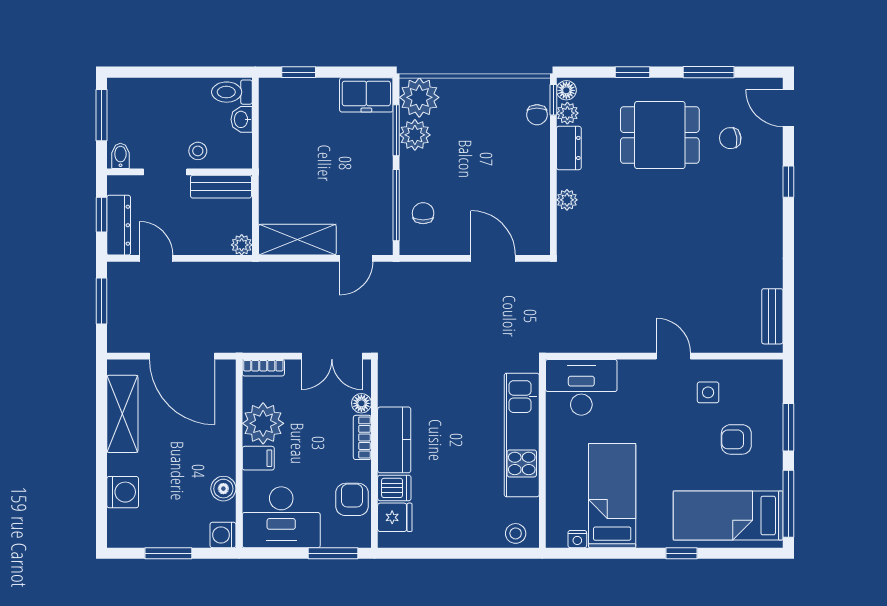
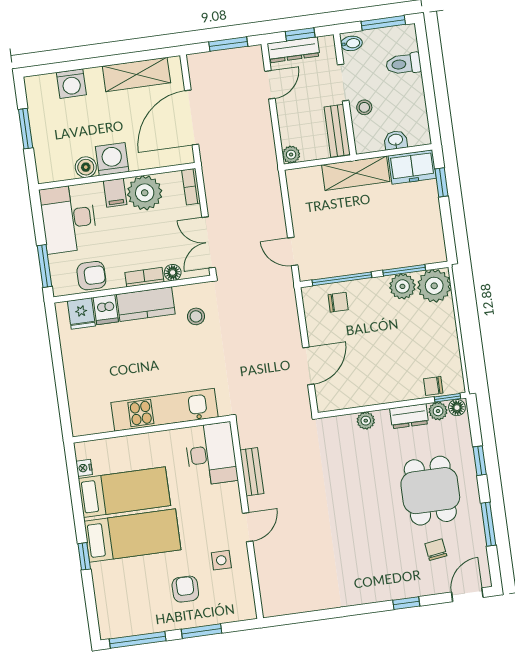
toilet: (232, 92) -> (404, 64), moved, turned -90
freezer: (366, 95) -> (412, 167), moved, turned -90
shelving: (297, 240) -> (356, 173), moved, turned 90
bench: (772, 316) -> (252, 472), moved, turned 90
bed: (728, 516) -> (132, 535), moved, turned 90
stool: (516, 533) -> (196, 316), moved
washing machine: (223, 535) -> (112, 159), moved, width x1.38, depth x1.38

